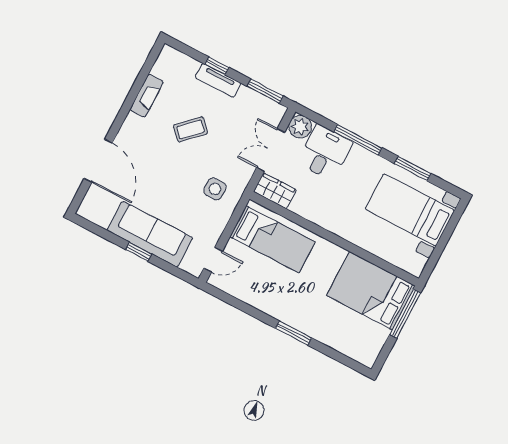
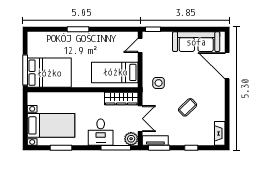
tv unit: (218, 80) -> (155, 141), moved
fireplace: (147, 96) -> (220, 133), moved
window: (358, 140) -> (116, 148), moved
desk: (325, 152) -> (101, 132), moved
wardrobe: (275, 191) -> (121, 98), width x1.50
sofa: (150, 234) -> (196, 42), moved
window: (139, 252) -> (153, 29), moved

